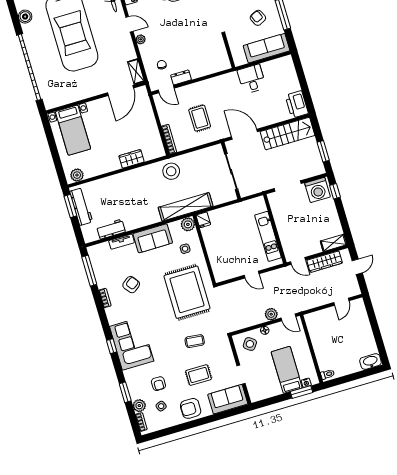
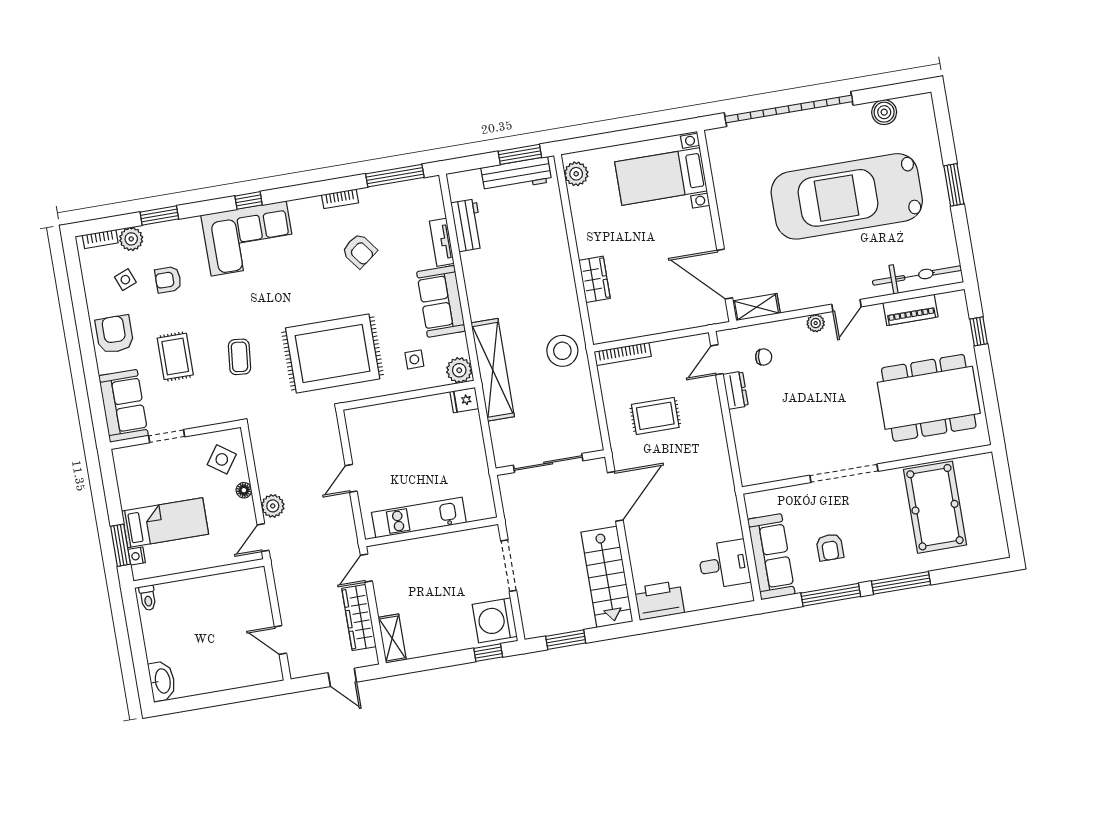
armchair: (258, 18) -> (830, 547), turned 115
desk: (252, 79) -> (724, 564), moved

